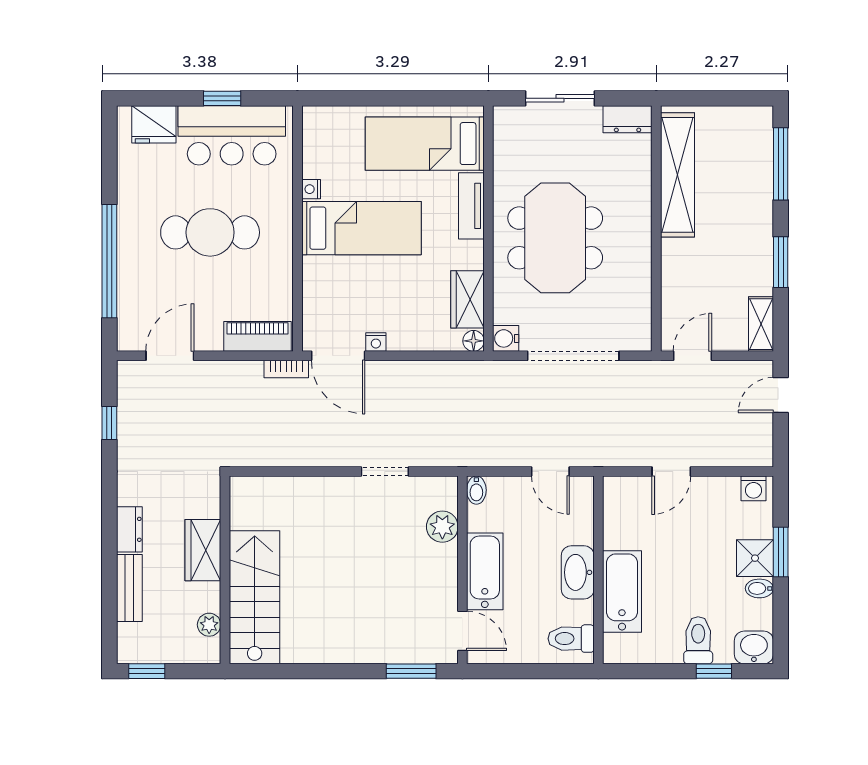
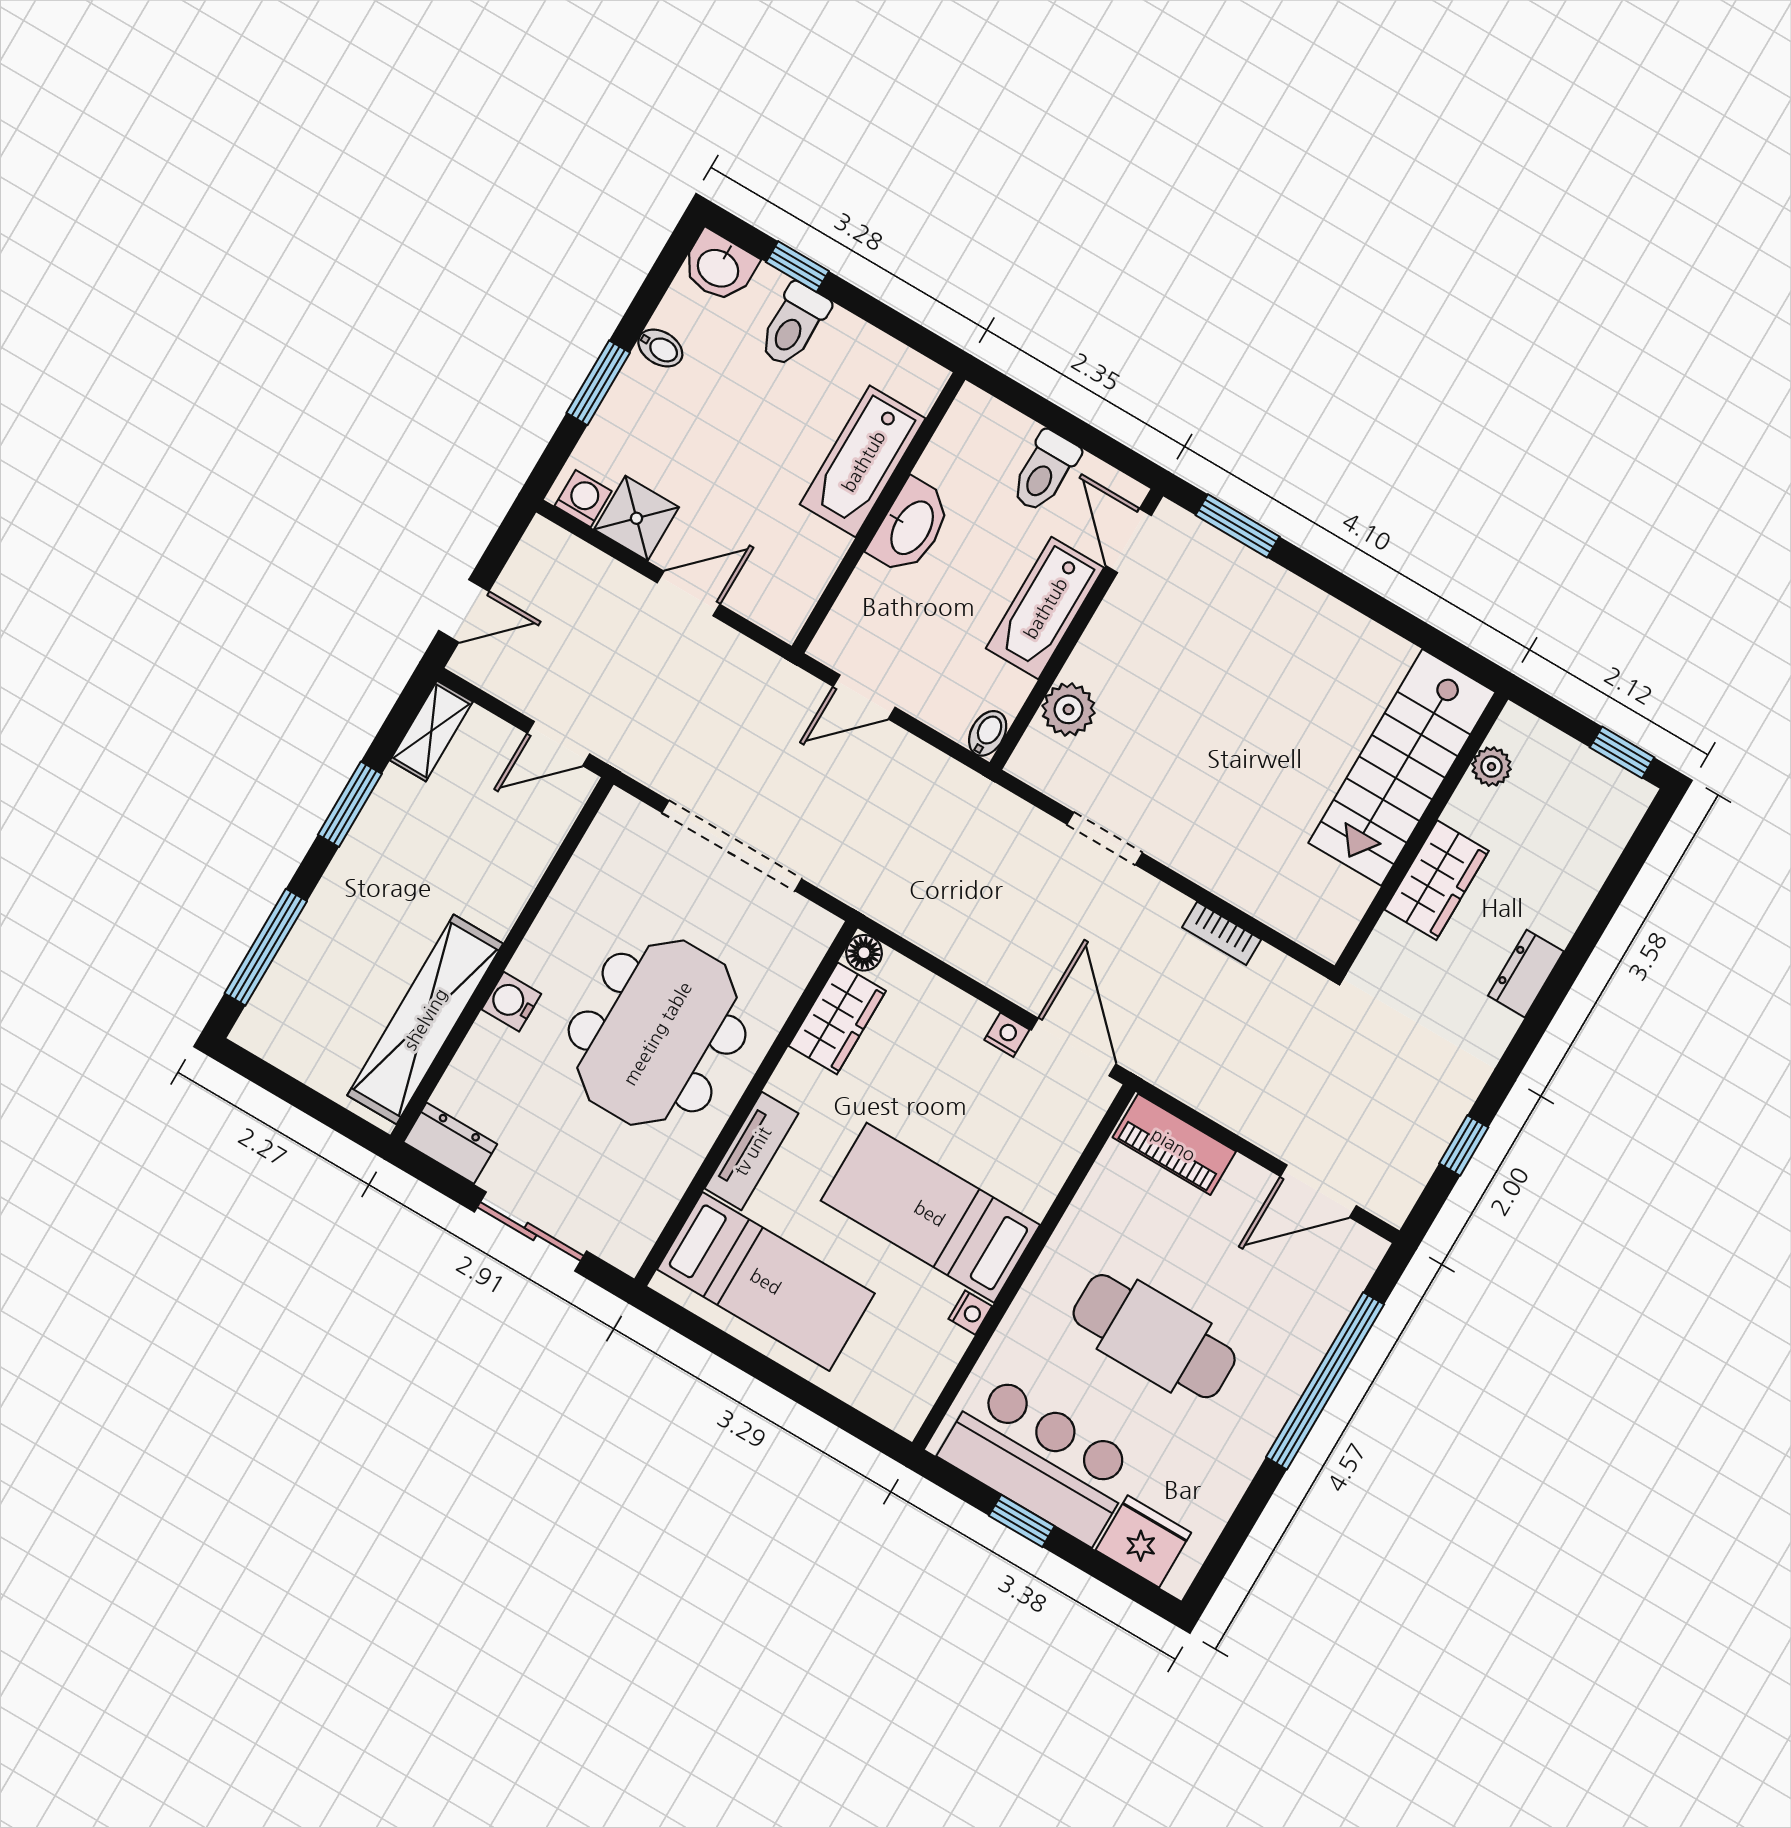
water cooler: (506, 338) -> (511, 1002), moved, turned 180
bookcase: (286, 369) -> (1222, 933), moved, turned 180
door: (550, 472) -> (864, 697), swing flipped
shower: (755, 558) -> (637, 518), moved
bench: (129, 588) -> (1576, 888), removed
toilet: (571, 639) -> (1045, 471), moved, turned 90

